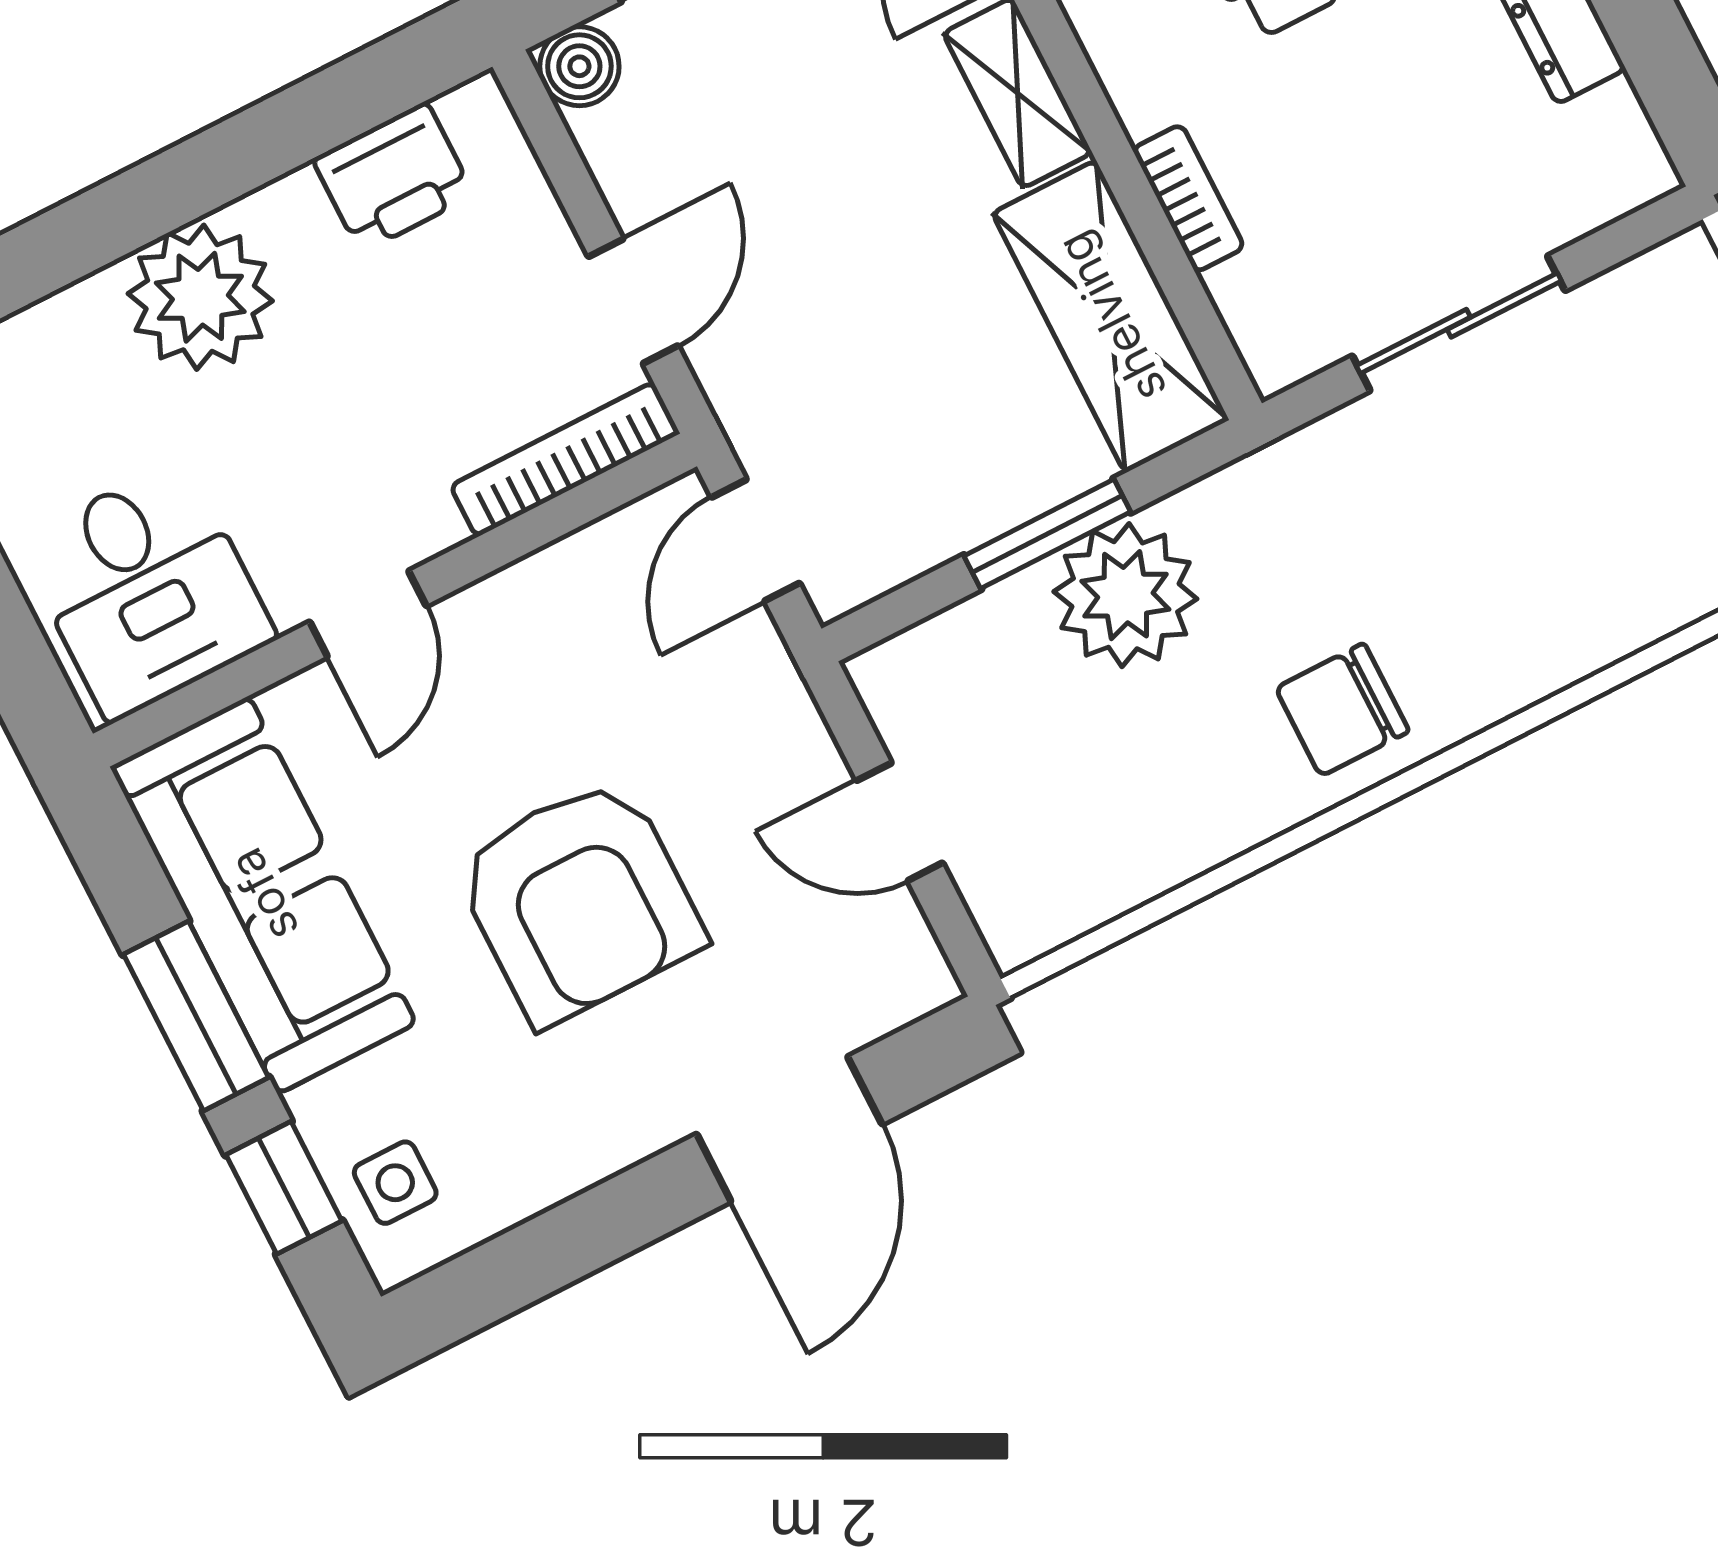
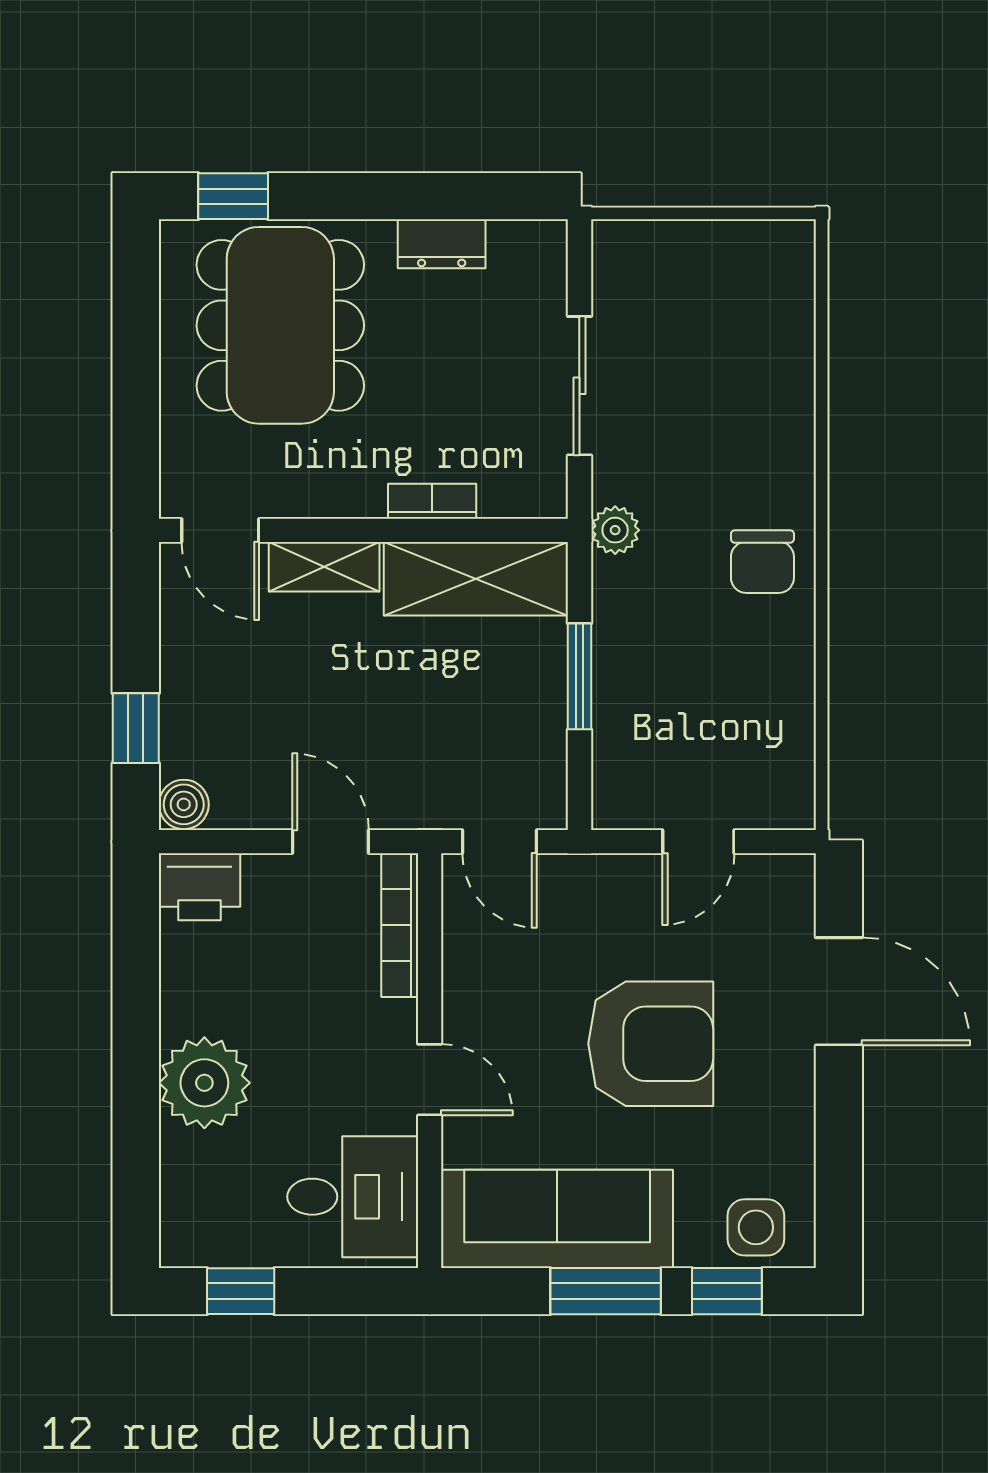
printer: (393, 177) -> (199, 887), moved, turned 90
plant: (1125, 595) -> (615, 530), moved, width x0.53, depth x0.53
side table: (395, 1183) -> (756, 1227), width x1.37, depth x1.37

